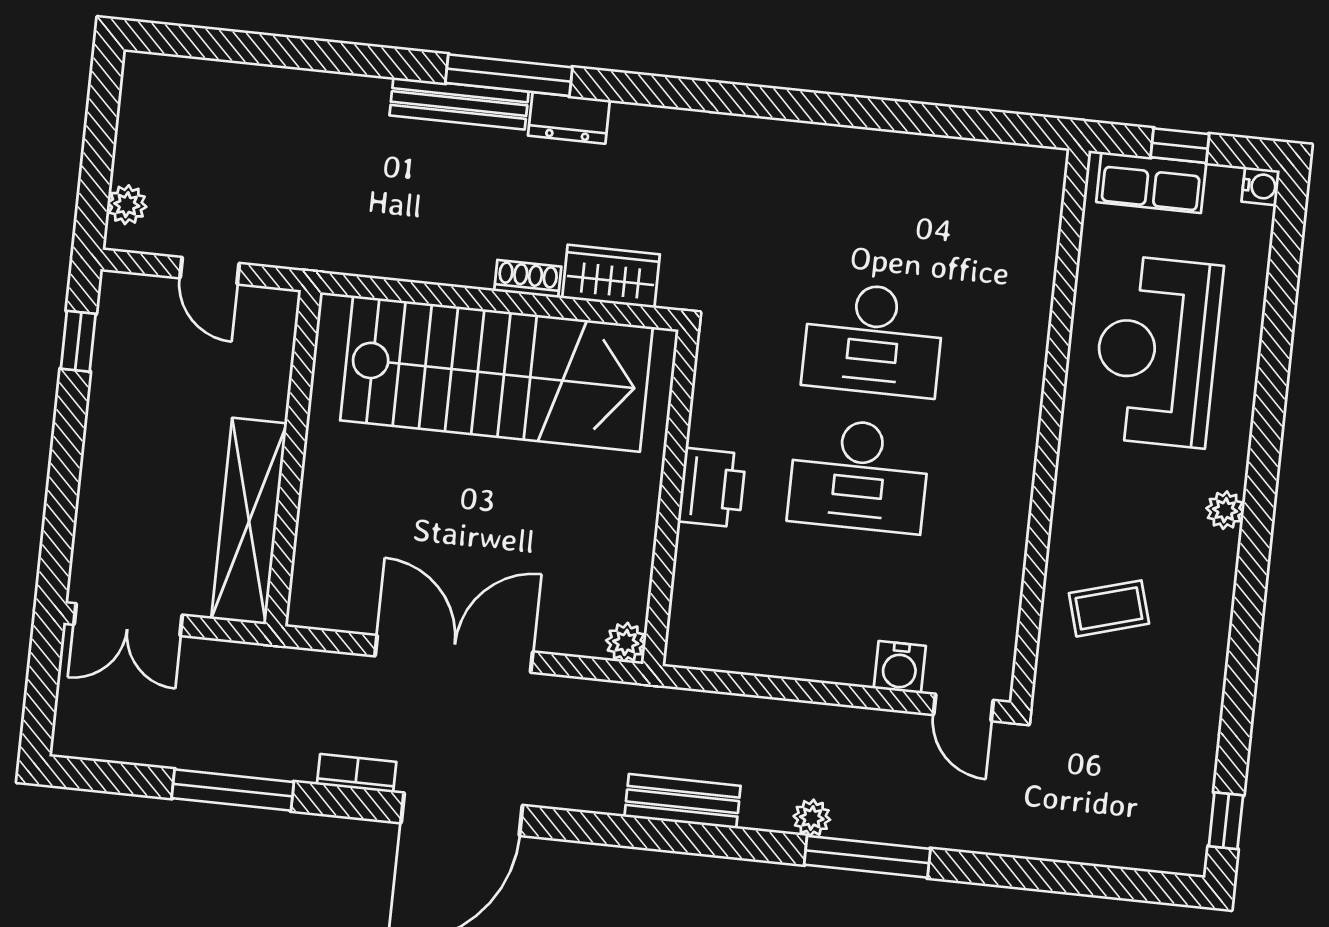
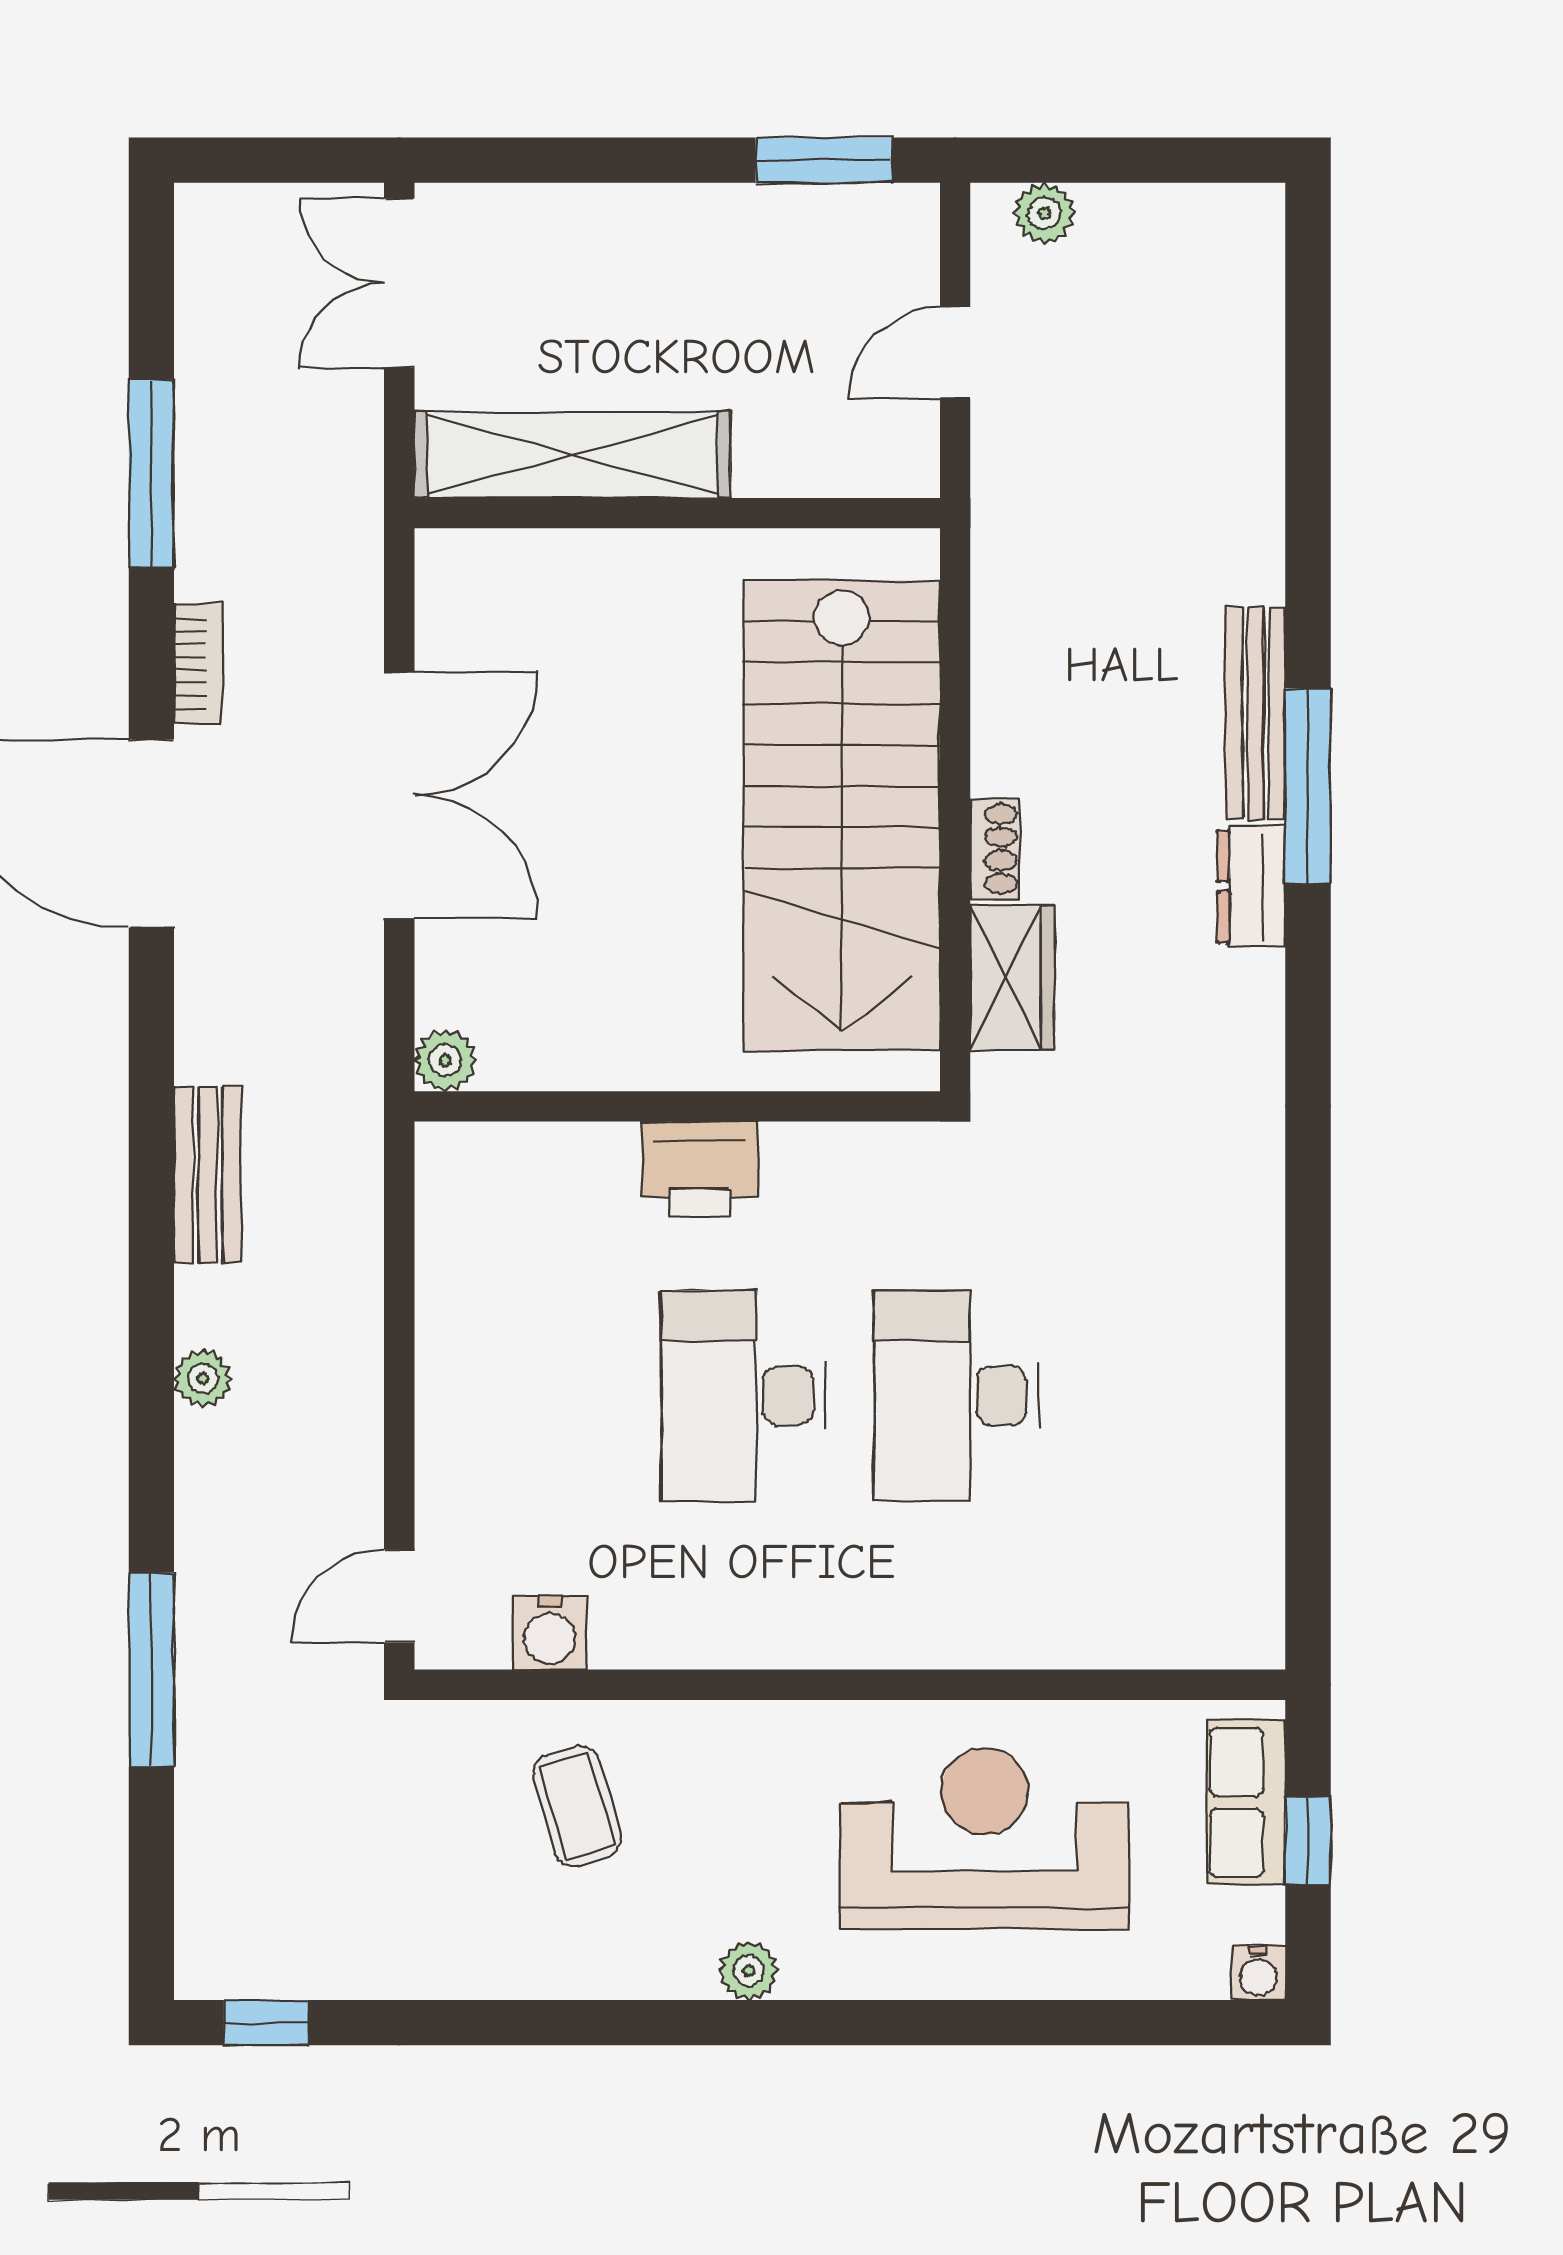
window: (78, 341) -> (824, 160), width x1.50
water cooler: (900, 667) -> (550, 1632), moved, turned -90
window: (867, 857) -> (151, 1670), moved

